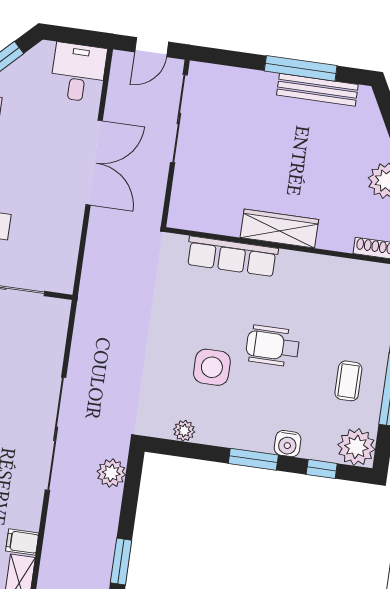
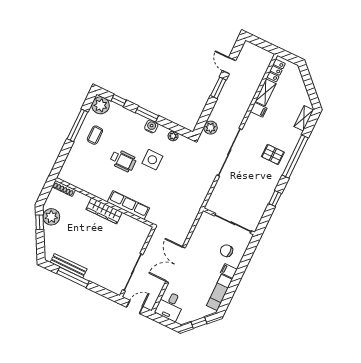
water cooler: (288, 444) -> (151, 126), moved

